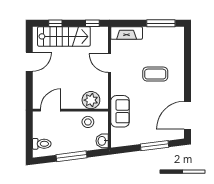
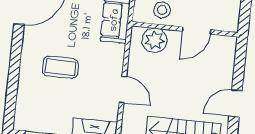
door: (51, 110) -> (197, 30), moved

